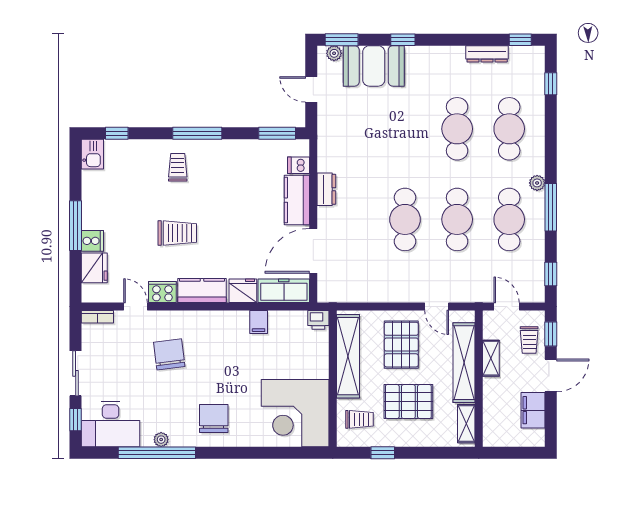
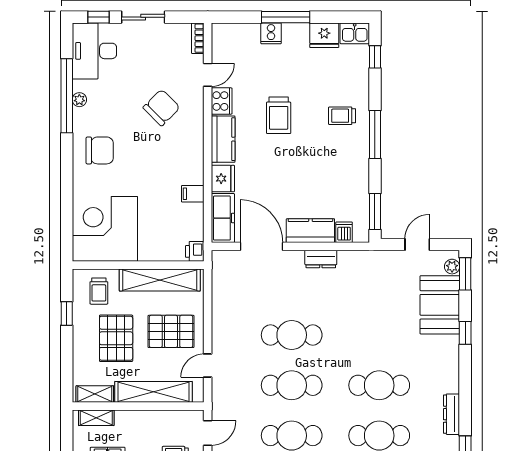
trolley: (178, 167) -> (342, 116), turned 180
fridge: (94, 268) -> (324, 35), moved
chair: (169, 354) -> (162, 108), turned -38
shelving: (491, 358) -> (96, 418), moved

